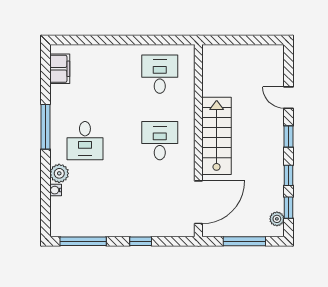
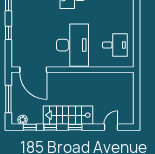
door: (288, 98) -> (111, 127), moved
stairs: (217, 136) -> (68, 115), moved, turned 180
desk: (160, 141) -> (72, 45), width x1.87, depth x1.30

